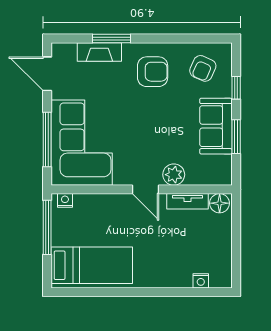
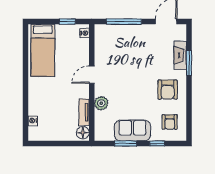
armchair: (203, 68) -> (170, 122), turned -114
corner sofa: (82, 143) -> (122, 44), removed
door: (145, 189) -> (92, 75), moved
window: (47, 227) -> (67, 22), width x0.46

